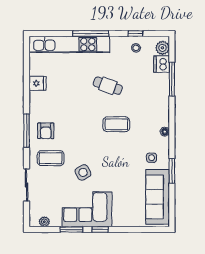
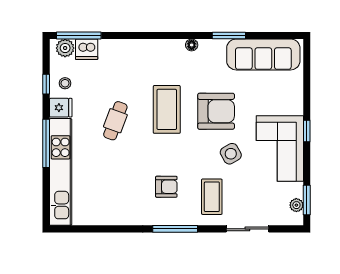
window: (172, 79) -> (79, 35), moved
fridge: (38, 83) -> (61, 108), moved, turned 90
coffee table: (116, 124) -> (167, 109), width x1.36, depth x1.32
armchair: (46, 131) -> (166, 187), moved
floor lamp: (165, 132) -> (192, 45), moved
side table: (152, 158) -> (211, 63), removed
armchair: (115, 161) -> (216, 111), added
window: (71, 230) -> (307, 200), moved

